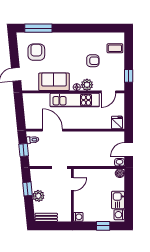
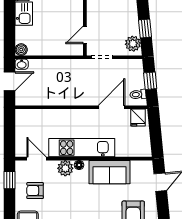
armchair: (93, 61) -> (35, 191), moved
door: (108, 92) -> (37, 159), hinge flipped
fridge: (117, 123) -> (138, 118), moved
door: (52, 130) -> (112, 107), swing flipped
plant: (38, 196) -> (133, 44), moved

